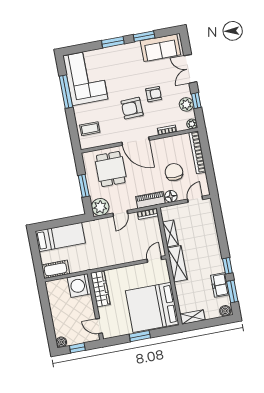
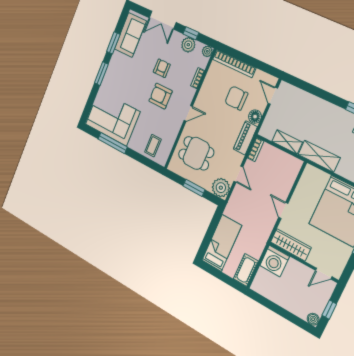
armchair: (132, 108) -> (161, 96), turned 92
door: (136, 141) -> (188, 113), width x0.53
door: (154, 259) -> (283, 210), moved

